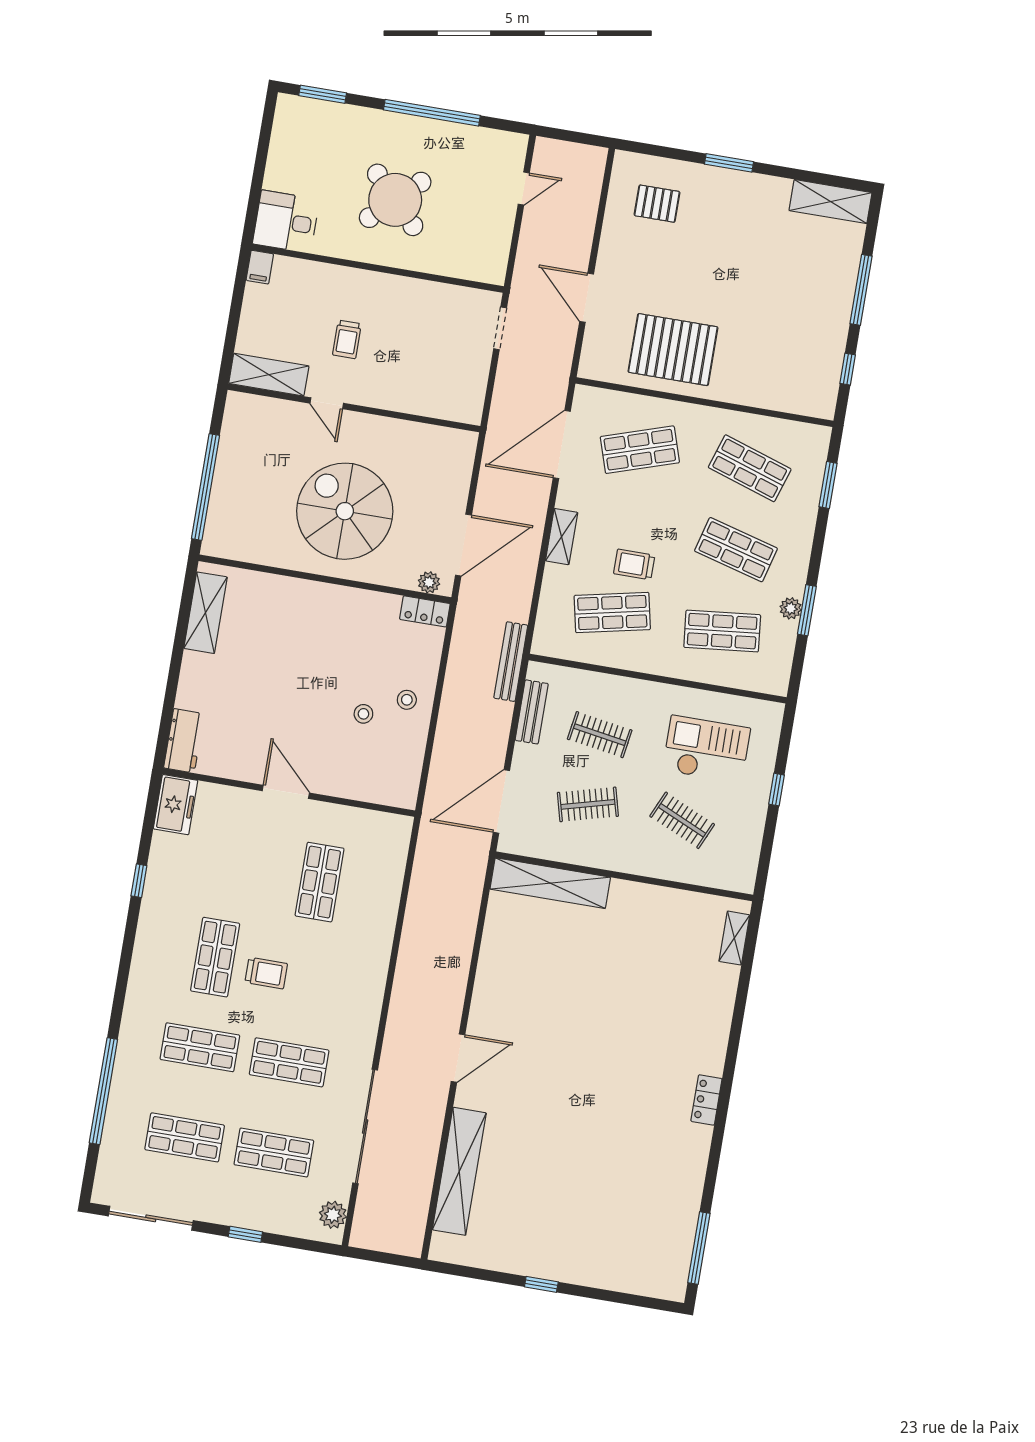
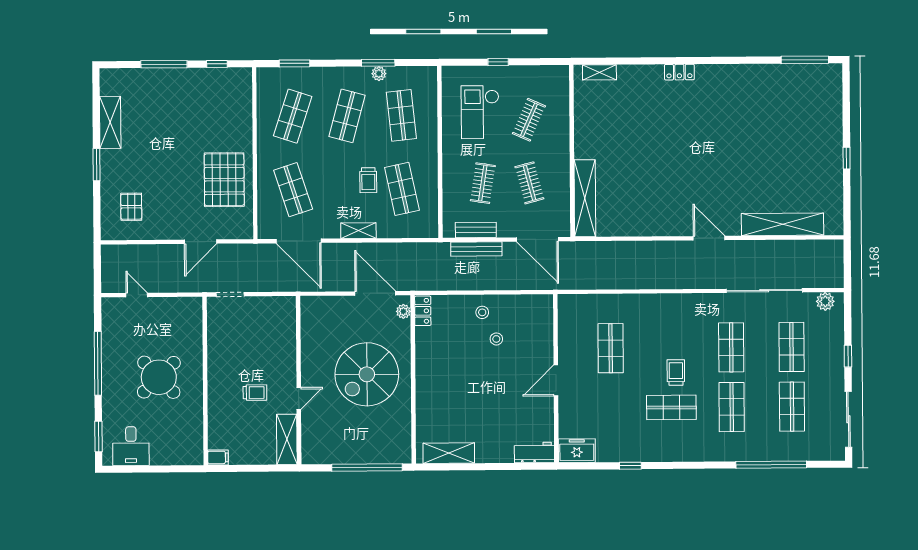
shelving: (830, 202) -> (110, 122), moved
desk: (286, 222) -> (131, 446), moved
bench: (511, 662) -> (476, 249), moved
shop shelf: (320, 882) -> (611, 348), turned 90
locker: (706, 1100) -> (679, 72), moved

